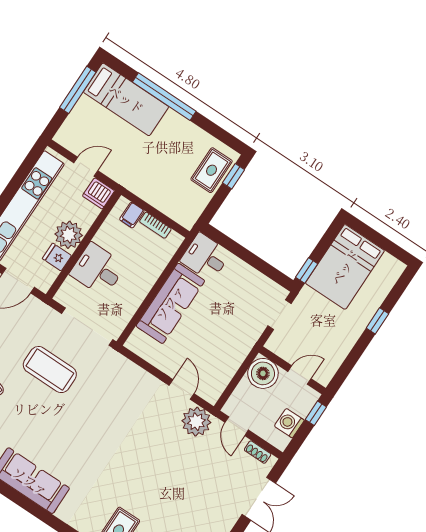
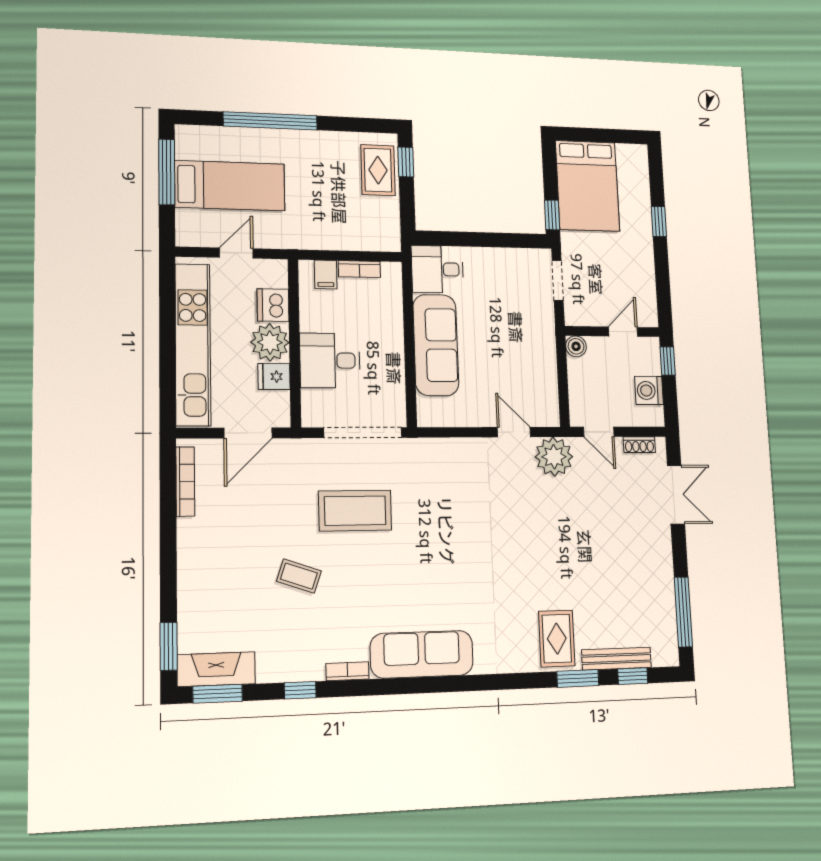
bed: (126, 99) -> (230, 186), moved
dishwasher: (98, 193) -> (273, 305), moved, turned 90
boiler: (263, 373) -> (576, 346), width x0.54, depth x0.54

